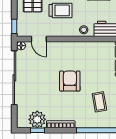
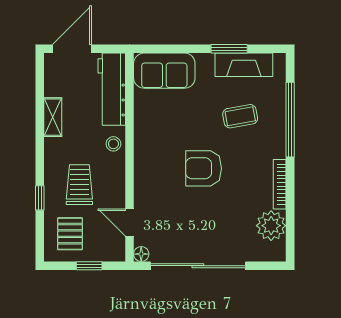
window: (14, 26) -> (89, 266), moved
door: (39, 39) -> (130, 222), swing flipped
window: (37, 130) -> (290, 225), removed

